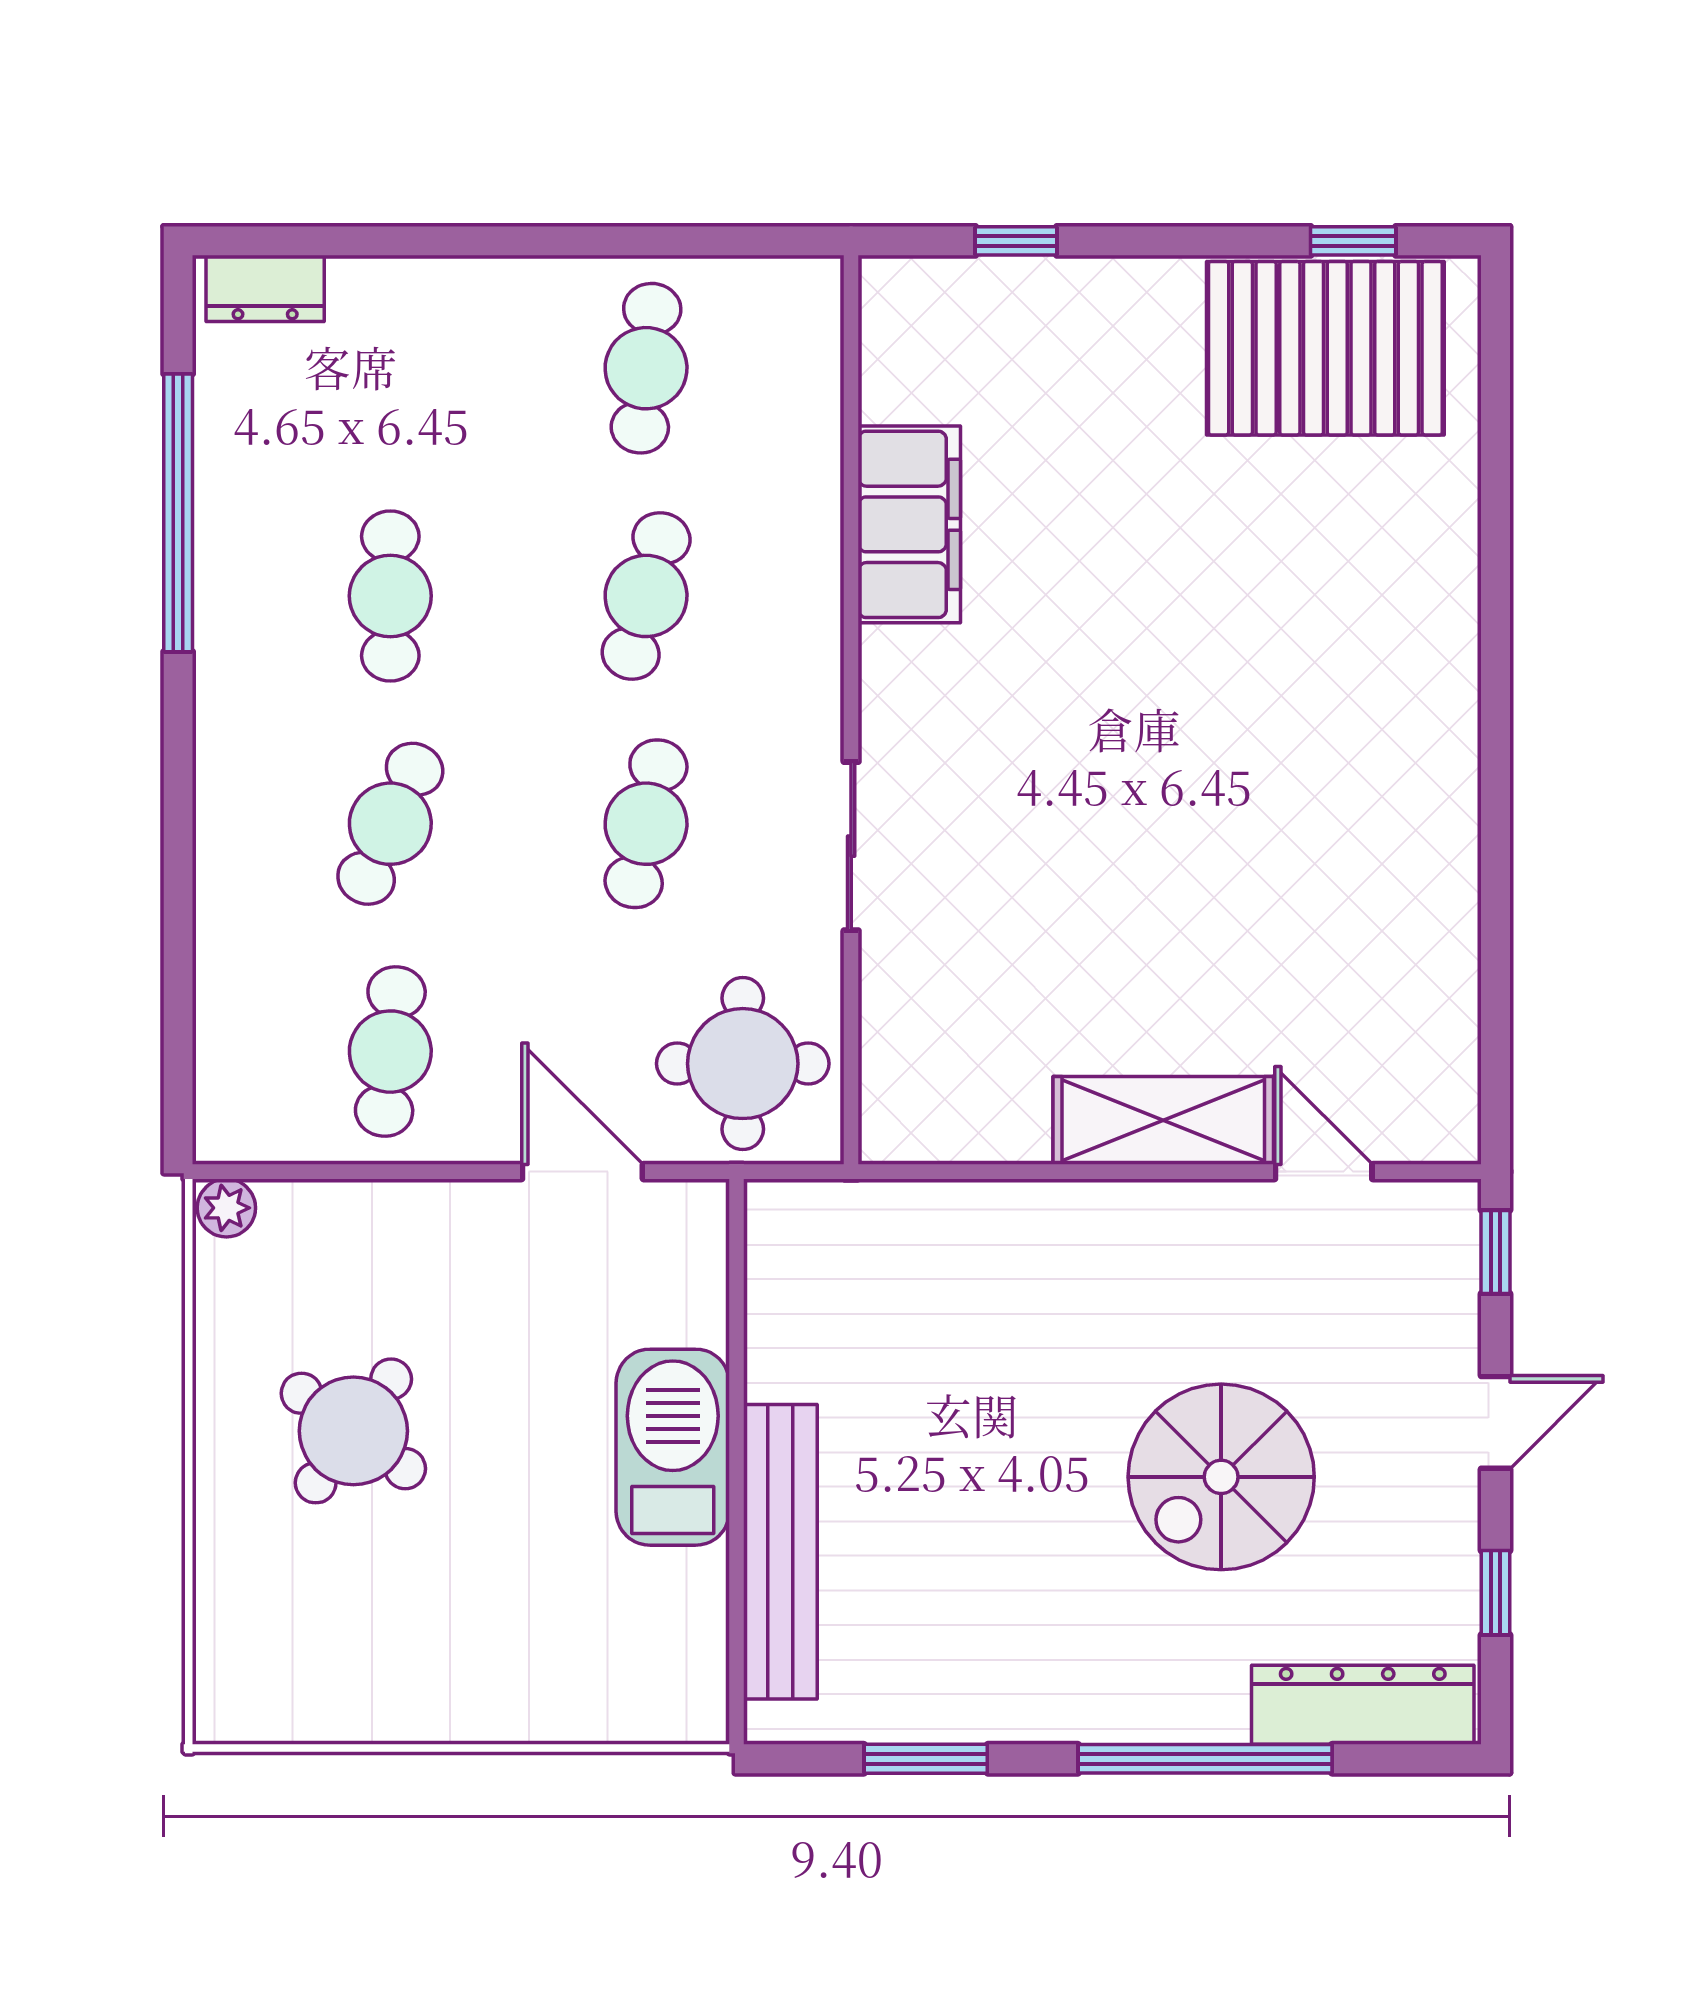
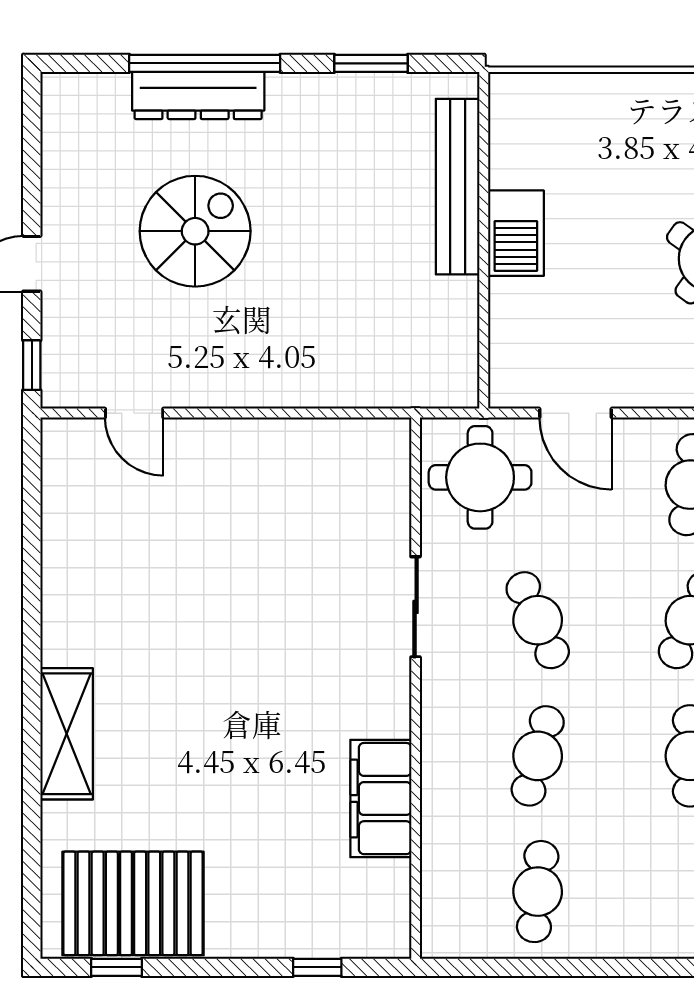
cafe table: (646, 824) -> (538, 620), turned -36
shelving: (1163, 1120) -> (67, 734), moved, turned 90
barbecue: (673, 1447) -> (516, 233), width x0.73, depth x0.83
window: (1495, 1593) -> (32, 162), removed
dresser: (1363, 1705) -> (198, 95), moved

